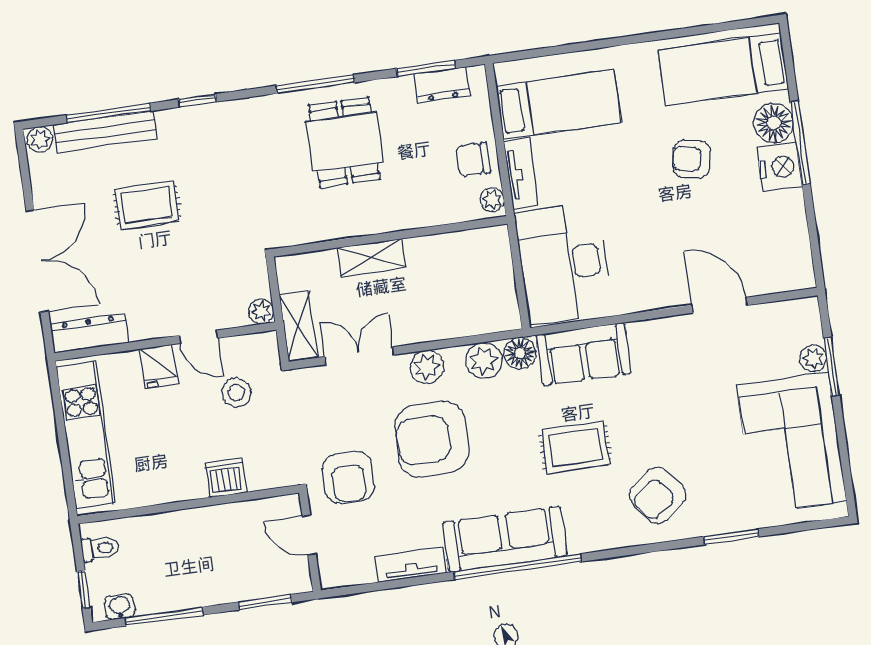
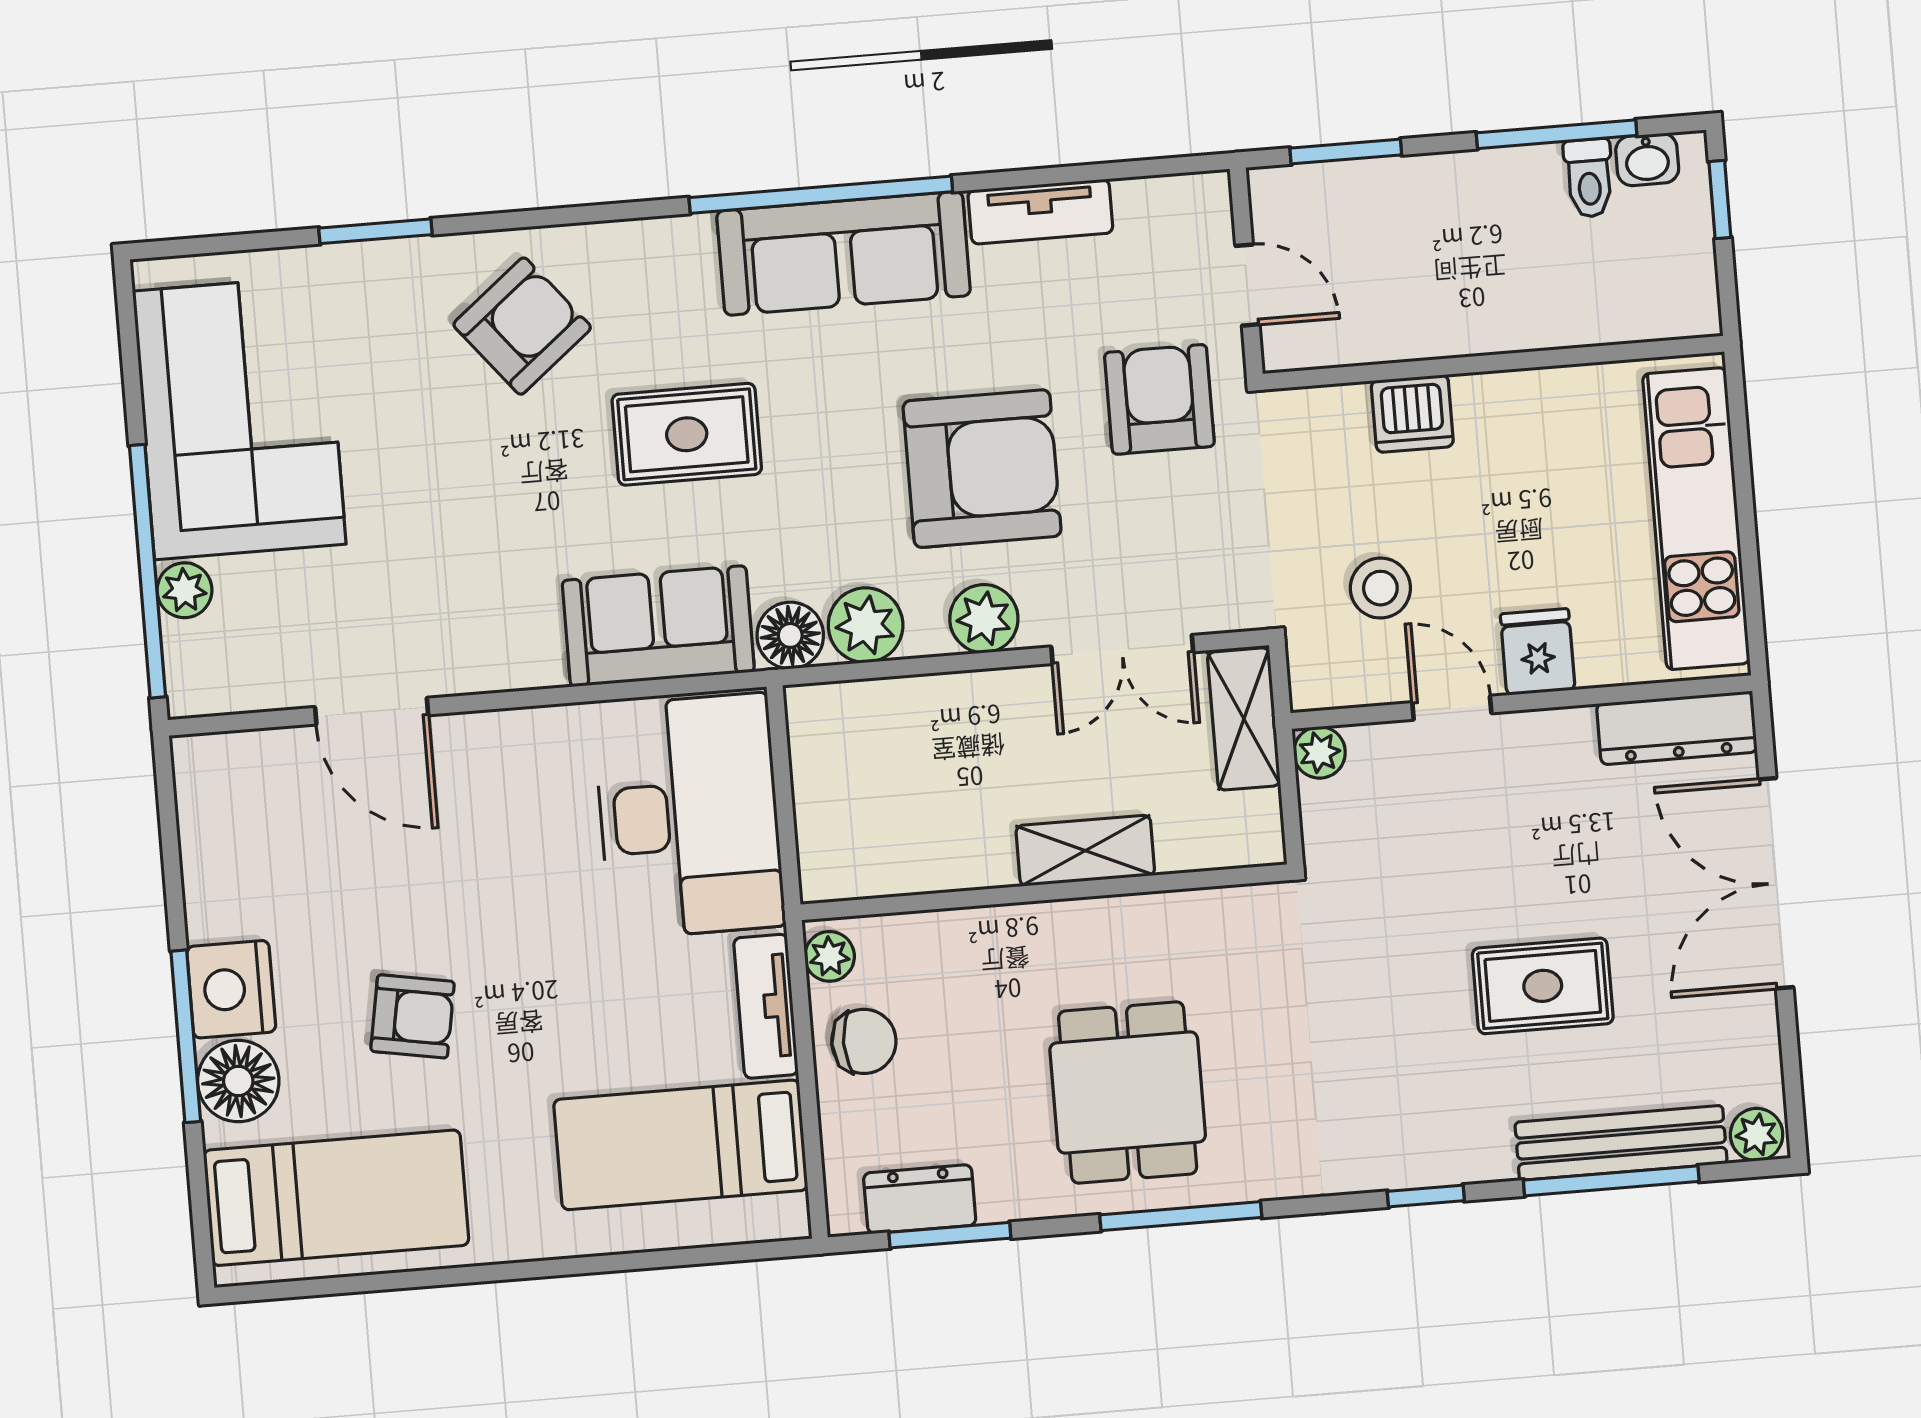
window: (832, 366) -> (148, 571), width x2.11
toilet: (100, 548) -> (1589, 178), moved, turned -90

